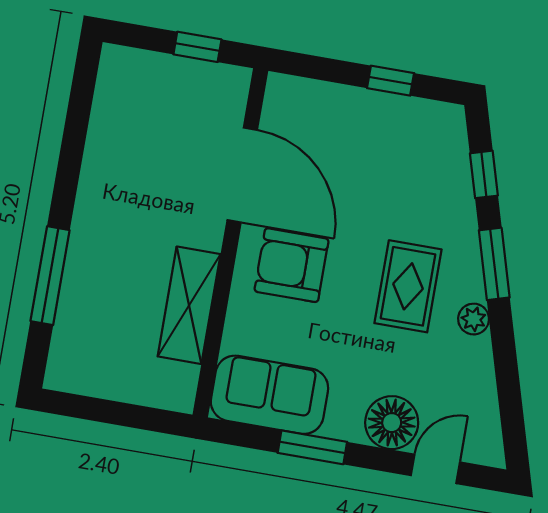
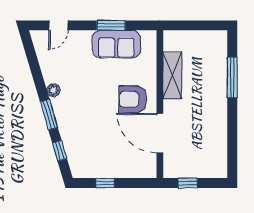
armchair: (292, 265) -> (133, 99), turned 180
rug: (408, 286) -> (83, 99), removed
sofa: (269, 395) -> (116, 44), moved
floor lamp: (392, 423) -> (80, 41), removed

